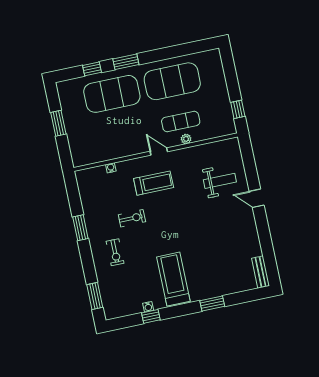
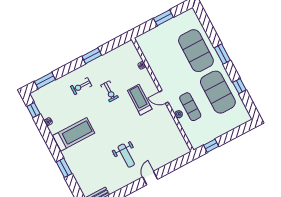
window: (92, 69) -> (239, 86), moved
door: (159, 152) -> (164, 97), swing flipped
weight bench: (220, 181) -> (126, 156), moved
treadmill: (154, 183) -> (140, 100), turned 180
window: (151, 316) -> (34, 110), moved

